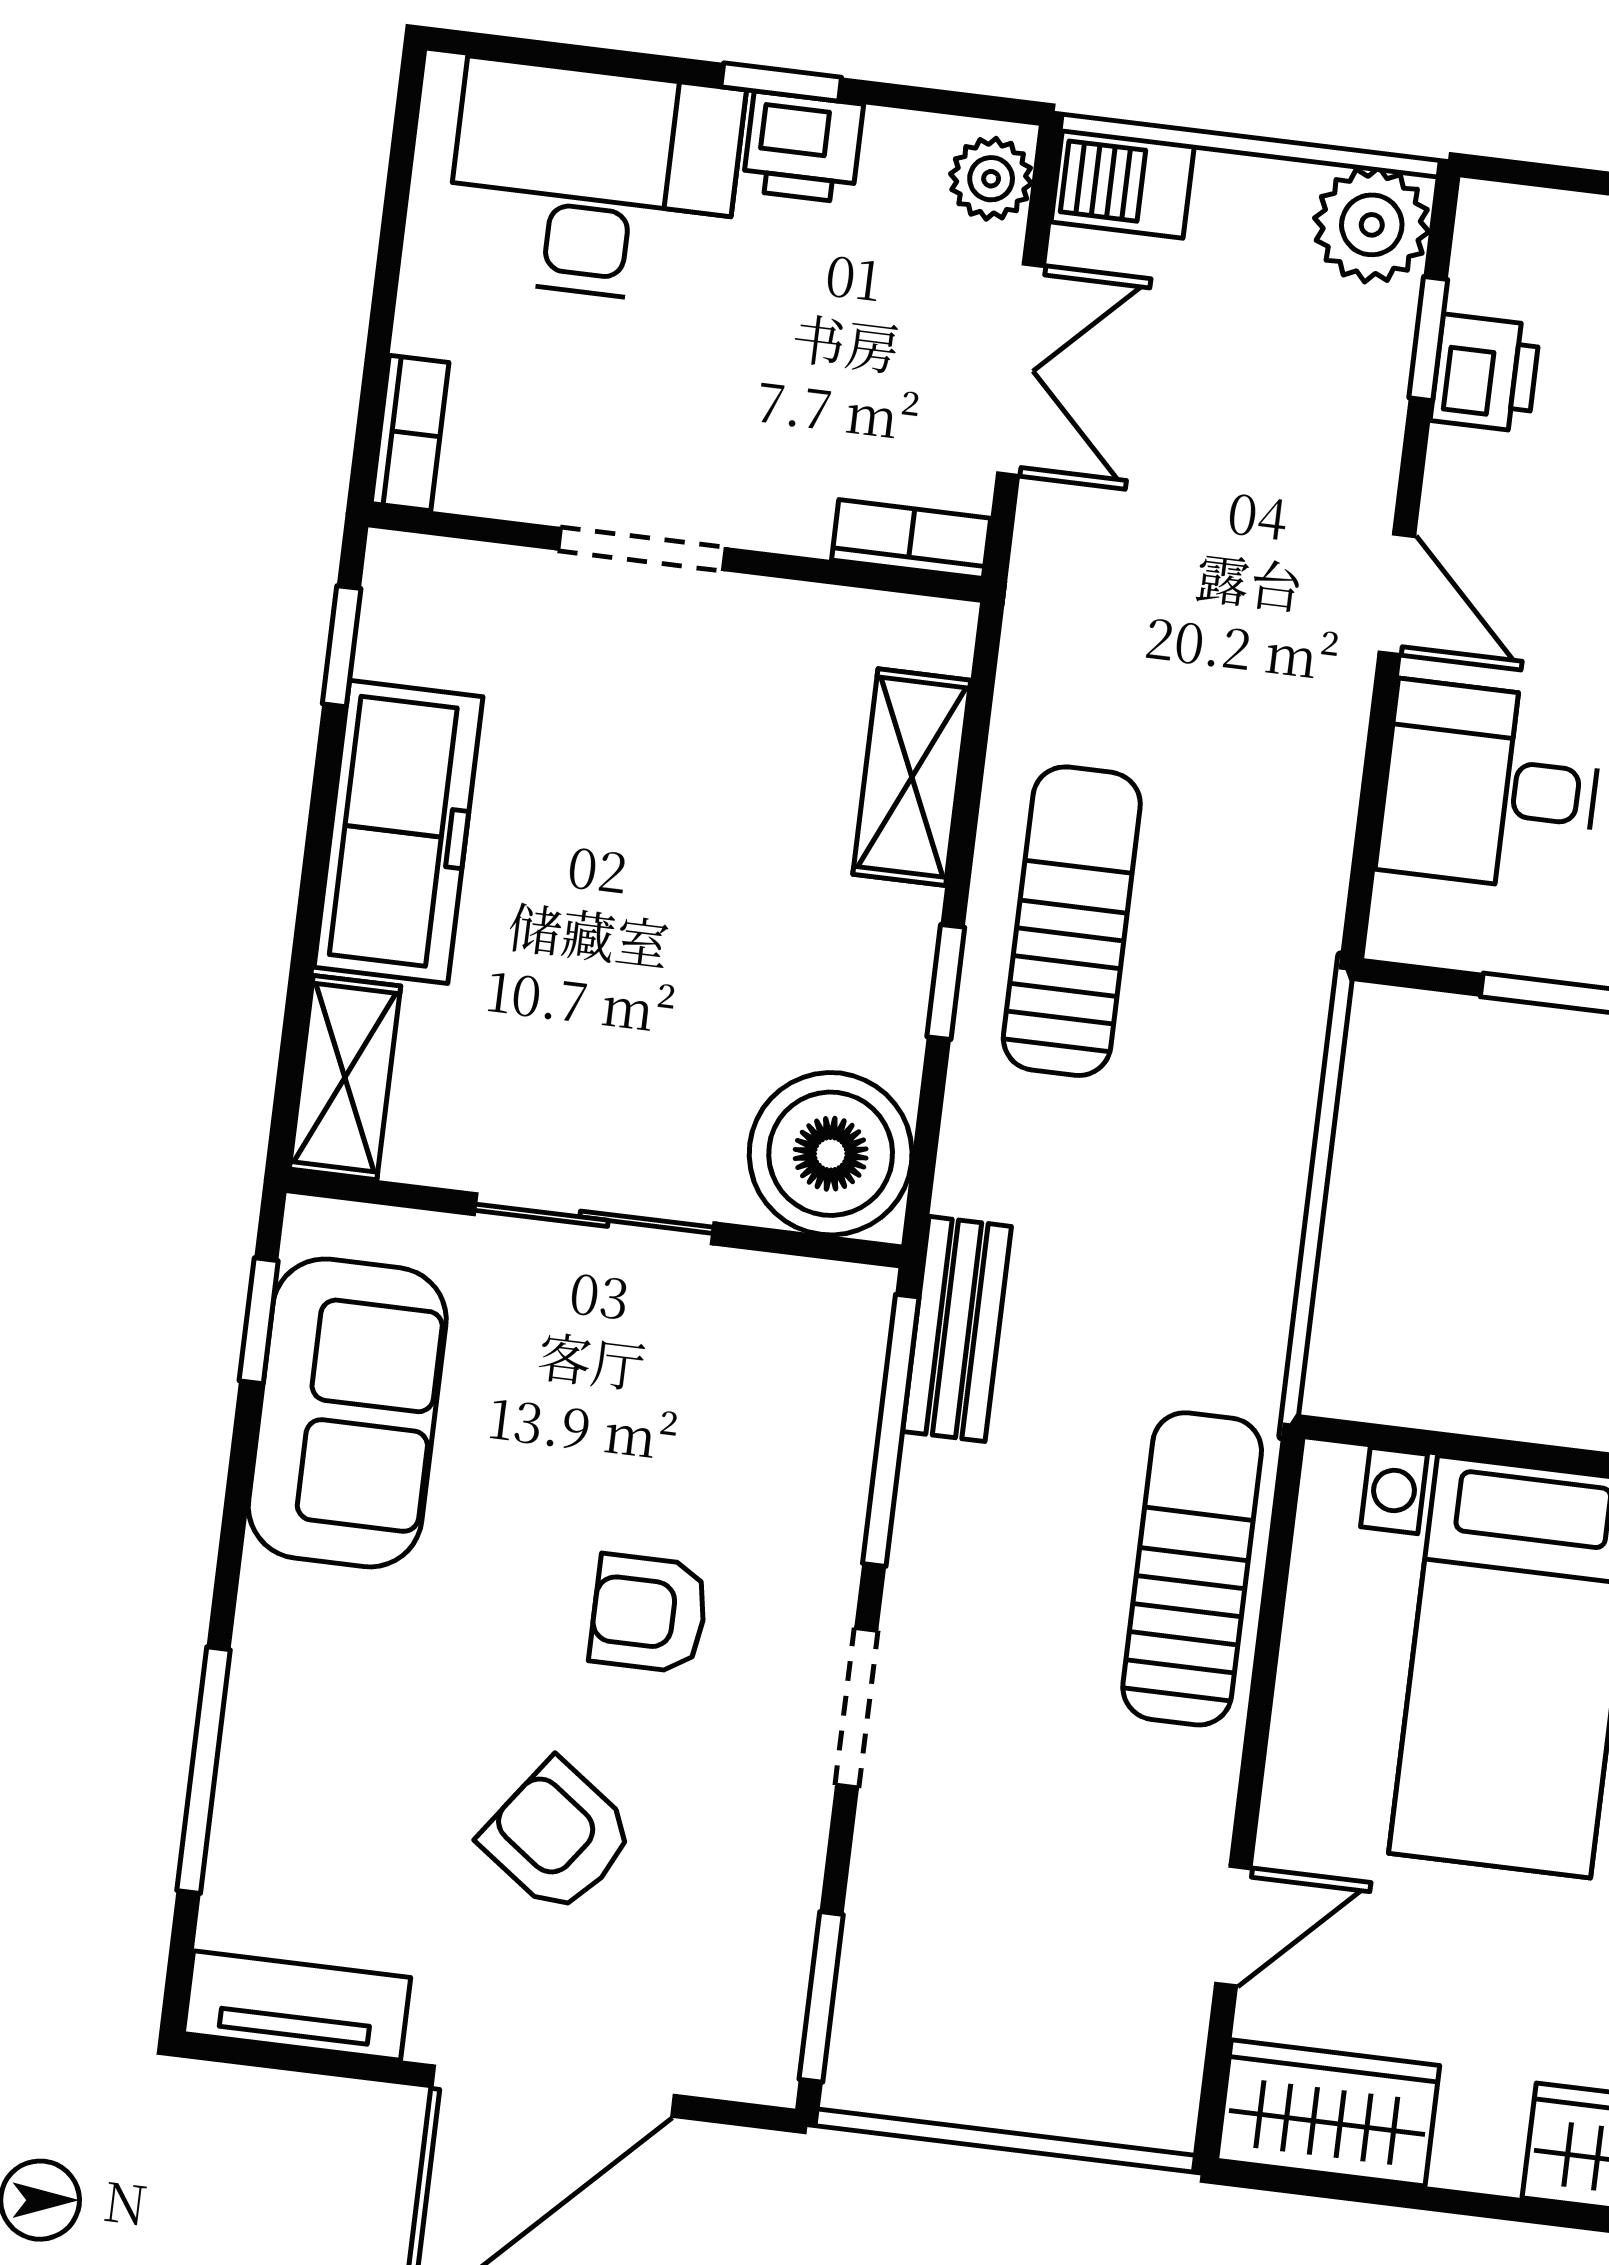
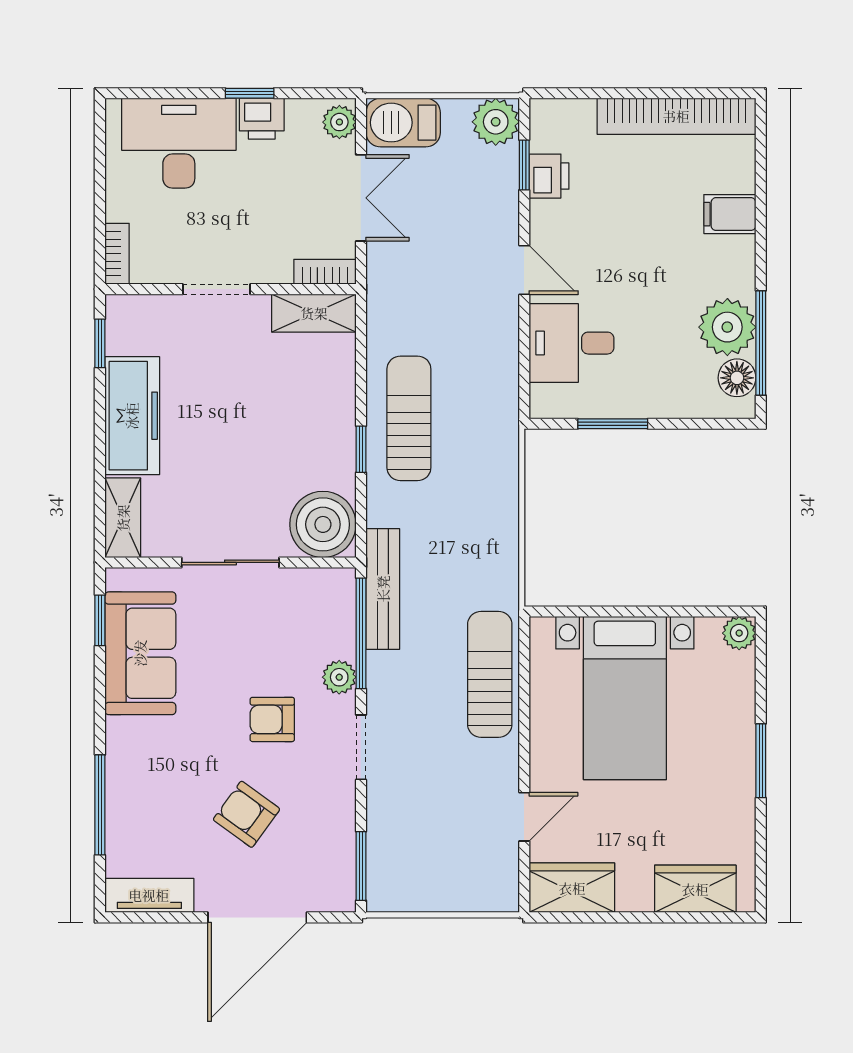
barbecue: (1123, 184) -> (403, 123), width x1.38, depth x1.27
shelving: (912, 777) -> (314, 313), moved, turned 90
bench: (957, 1329) -> (383, 589), width x1.36
plant: (825, 1531) -> (339, 677), added

